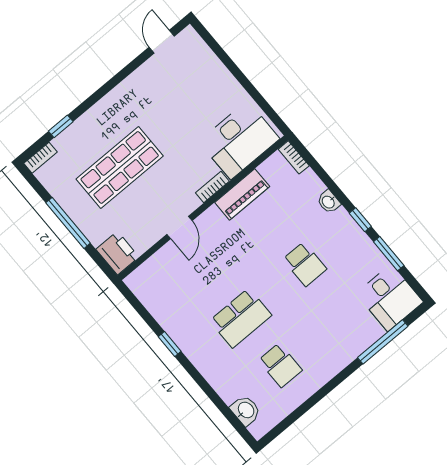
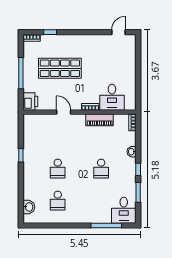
desk: (239, 140) -> (112, 97), width x0.73
door: (179, 228) -> (64, 112), swing flipped
school desk: (241, 318) -> (58, 169), width x0.54

